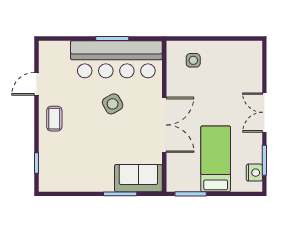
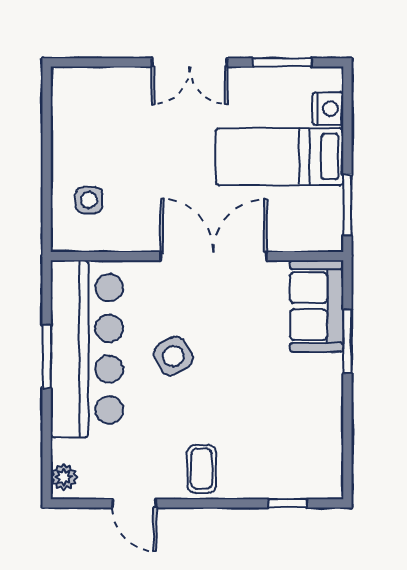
plant: (50, 47) -> (64, 477), added
coffee table: (54, 119) -> (202, 469), turned 90
nightstand: (254, 173) -> (328, 109), moved, turned 90

